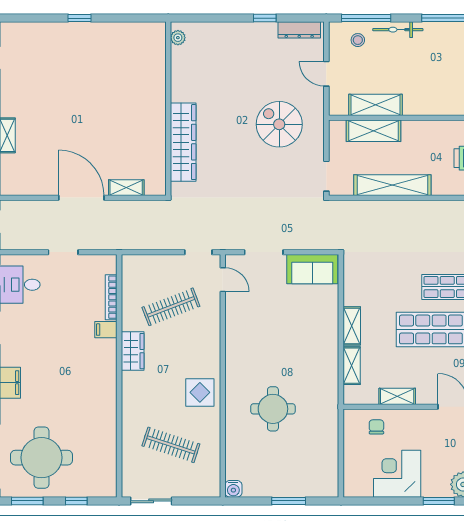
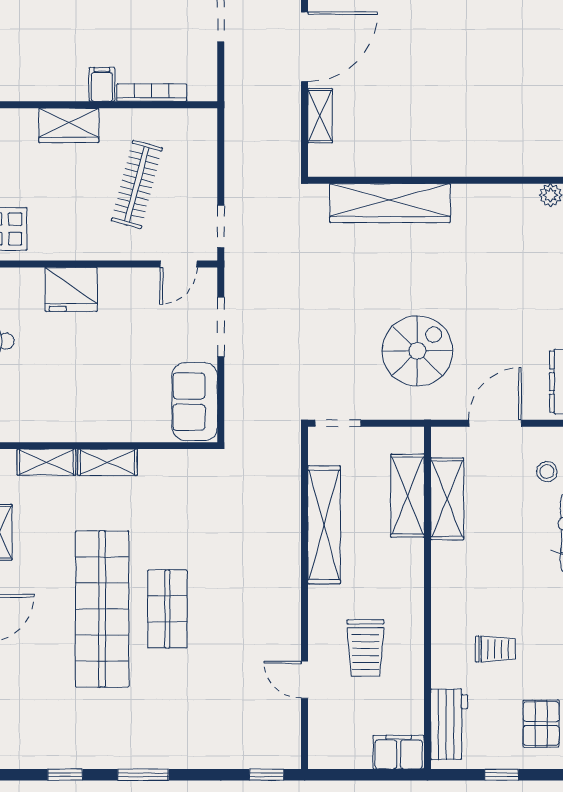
door: (326, 74) -> (495, 423), width x1.38
clothes rail: (171, 307) -> (137, 184), turned 36
fridge: (239, 350) -> (71, 289), added

